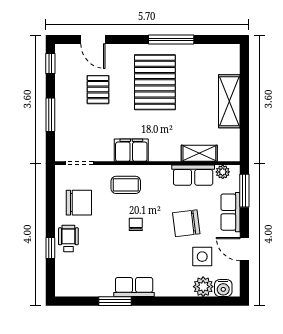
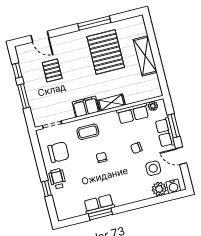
window: (50, 64) -> (17, 71), moved
pallet: (155, 82) -> (106, 52), moved
shelving: (199, 153) -> (111, 103), moved
window: (244, 191) -> (174, 126), moved
chair: (186, 223) -> (136, 148), width x0.54, depth x0.54
row of seats: (134, 287) -> (99, 204), moved

